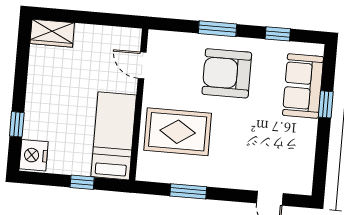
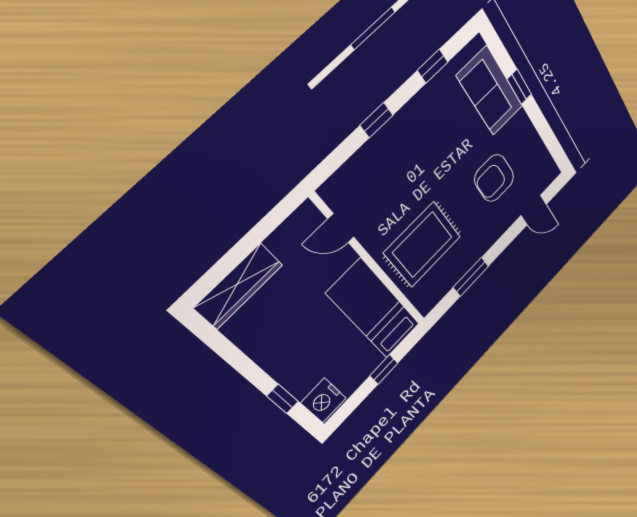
window: (218, 29) -> (376, 120), width x0.67
wardrobe: (52, 33) -> (239, 286), width x1.50
armchair: (227, 73) -> (494, 178), moved, width x0.73, depth x0.73

